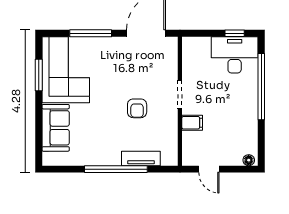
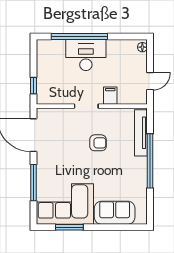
window: (235, 33) -> (34, 86), moved
desk: (235, 55) -> (86, 55), moved, turned 90
tv unit: (141, 158) -> (141, 133), width x1.41

